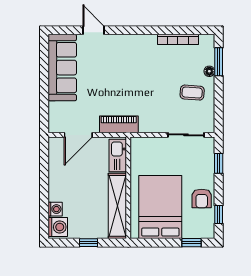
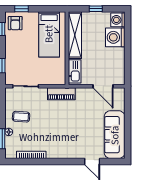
piano: (119, 124) -> (61, 94), moved
door: (78, 135) -> (103, 86), swing flipped
armchair: (202, 198) -> (15, 23), moved, turned 180
bed: (160, 207) -> (49, 34), width x0.67
washing machine: (55, 209) -> (115, 37), width x1.89, depth x1.89

